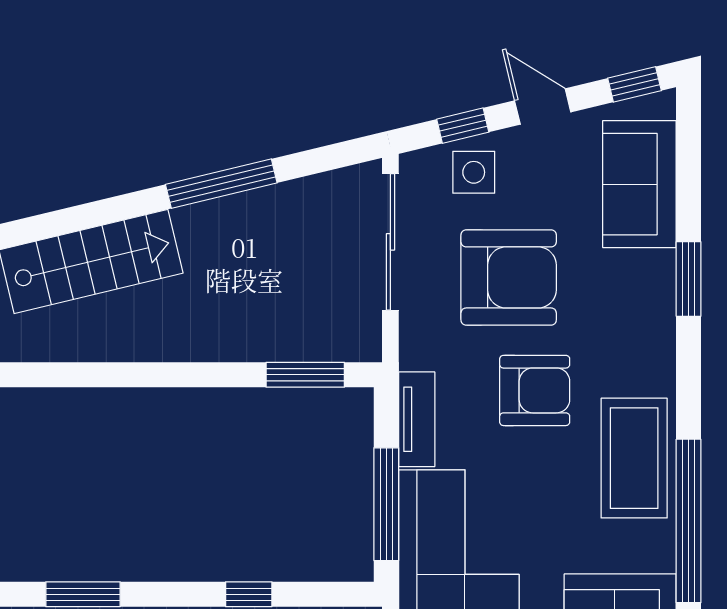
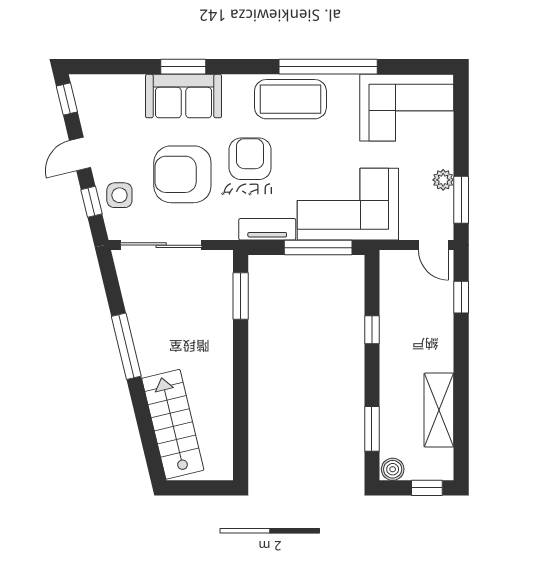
sofa: (639, 184) -> (184, 96), moved
armchair: (509, 277) -> (182, 174), turned -90

